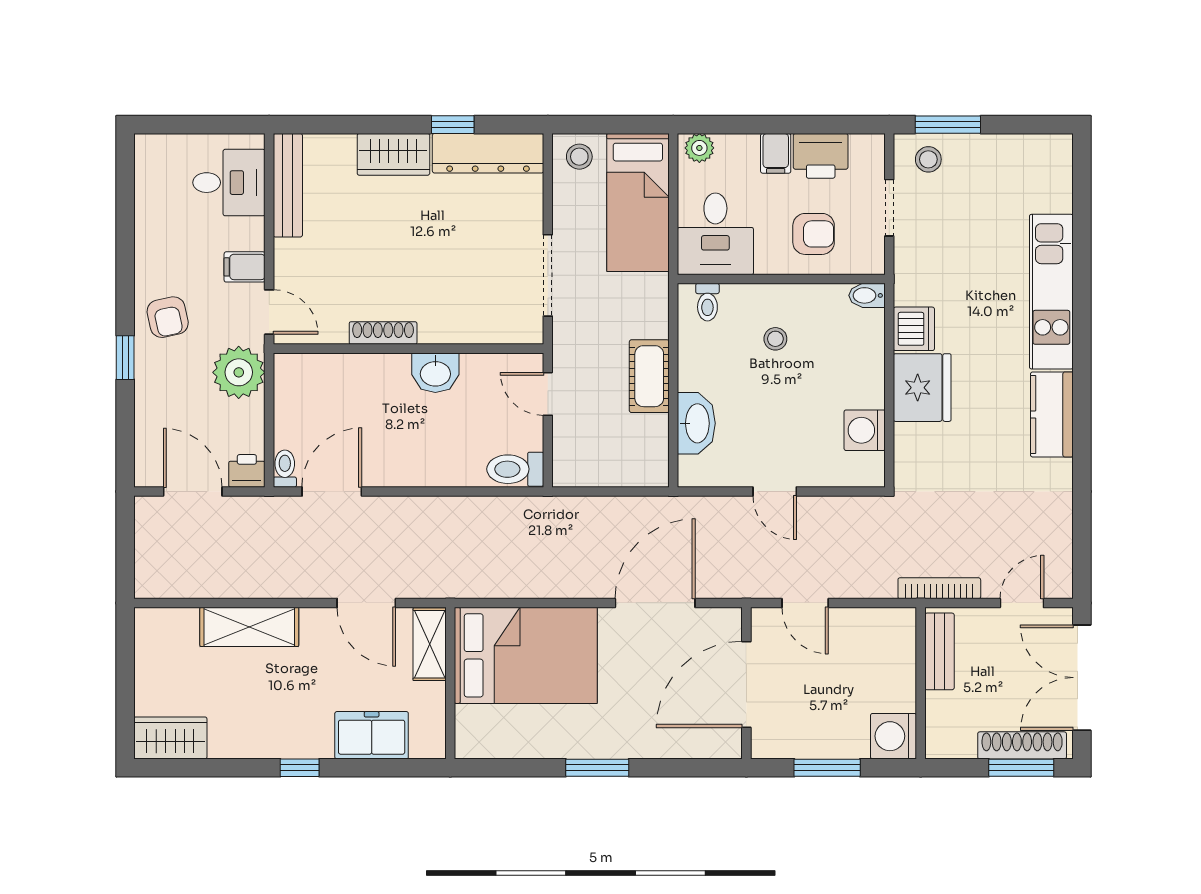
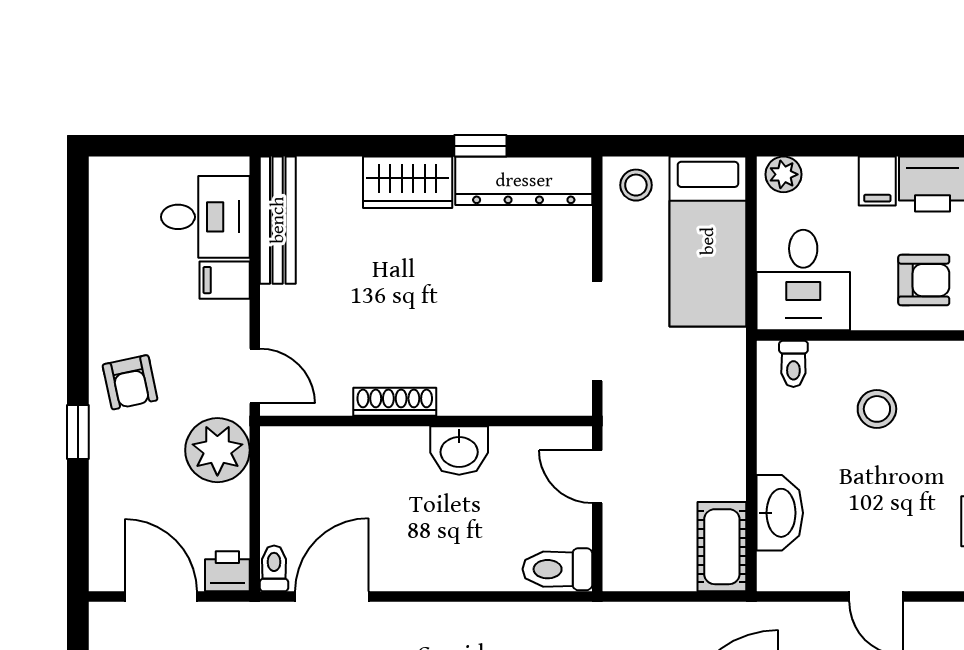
filing cabinet: (245, 267) -> (225, 280), moved
stool: (775, 339) -> (877, 409), width x1.37, depth x1.37
cot: (649, 376) -> (722, 547), moved

